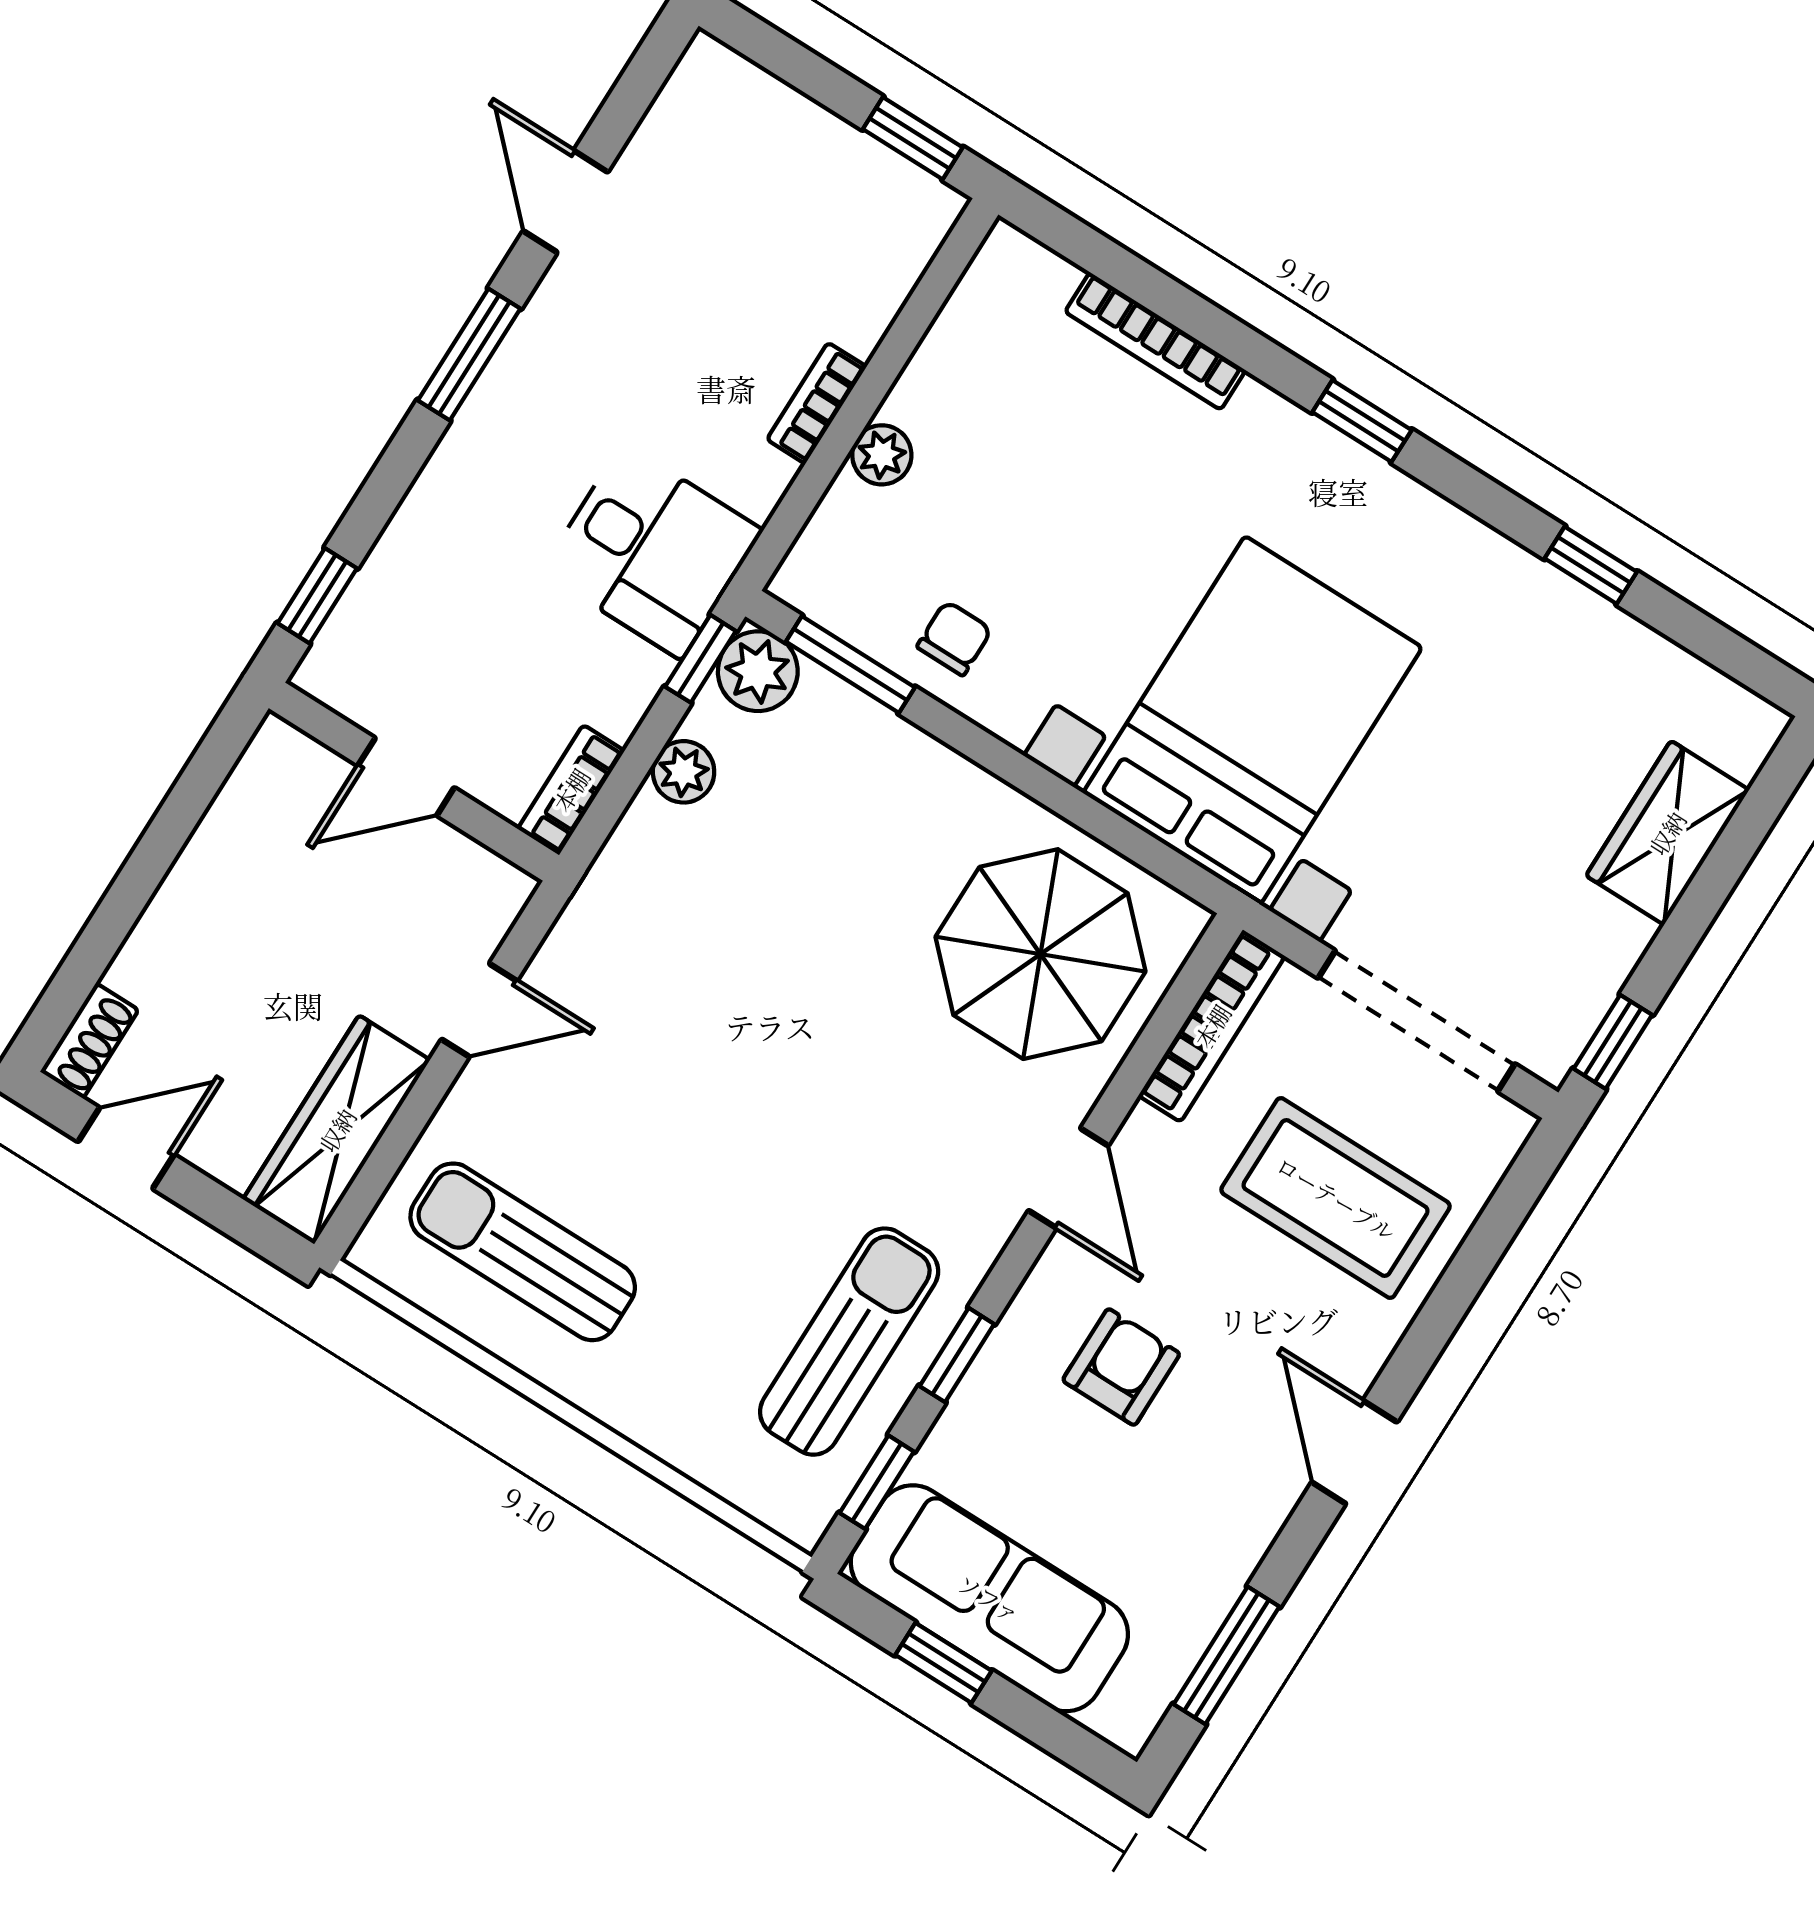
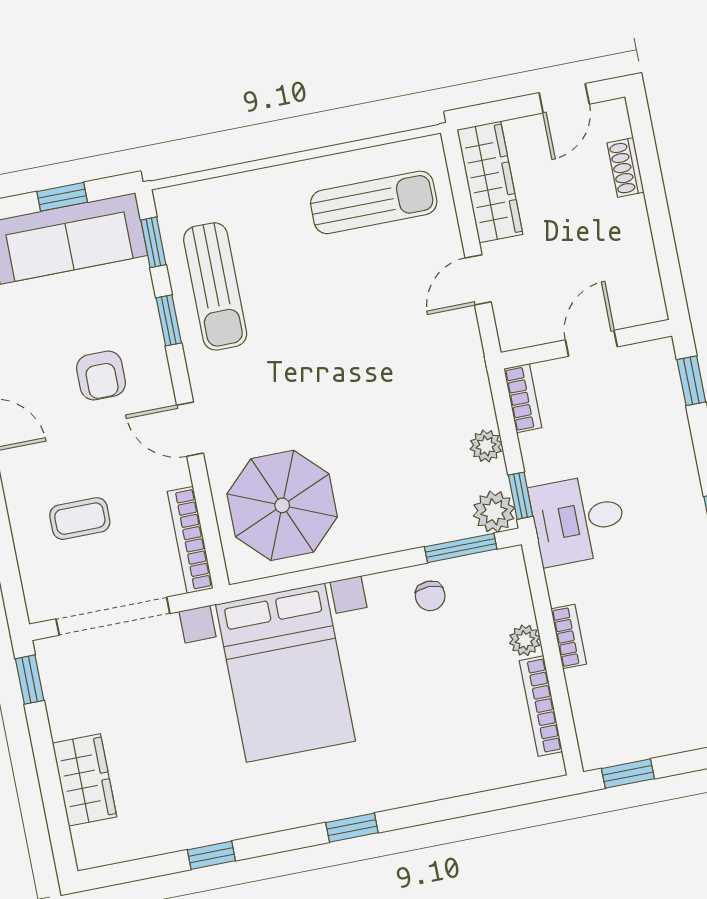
bookcase: (1155, 341) -> (541, 706), moved, turned -90
shoe rack: (89, 1041) -> (625, 167), moved
coffee table: (1336, 1198) -> (80, 519), width x0.54, depth x0.58

